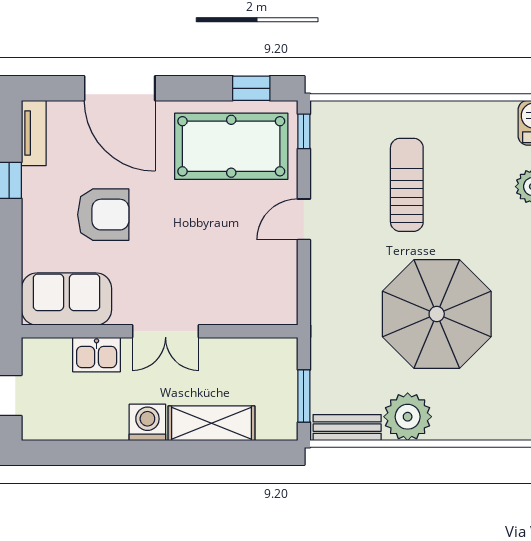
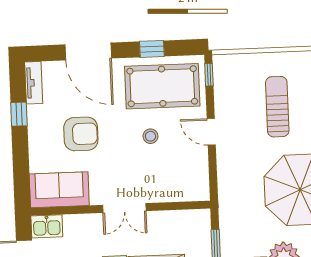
window: (251, 88) -> (152, 49), moved
door: (304, 219) -> (211, 132), hinge flipped
stool: (210, 222) -> (151, 136), added
kitchen sink: (97, 355) -> (47, 226), moved

